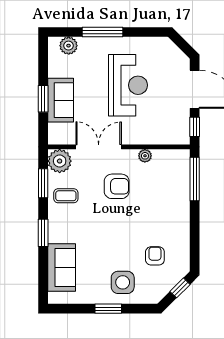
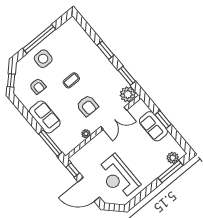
window: (102, 32) -> (170, 172), moved
reception desk: (128, 85) -> (118, 177), moved
armchair: (117, 186) -> (87, 106), turned -90
coffee table: (66, 196) -> (71, 80), moved
sofa: (62, 267) -> (45, 117), moved, turned 180
window: (108, 309) -> (39, 39), width x2.11

